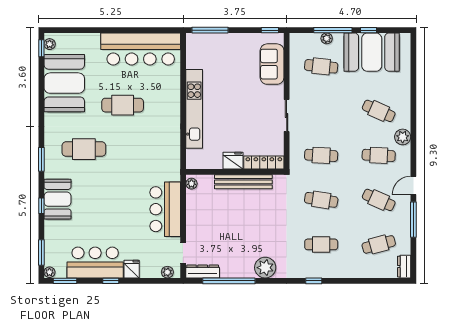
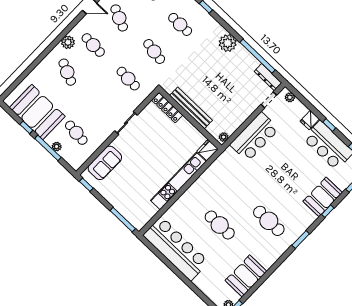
booth: (64, 83) -> (246, 276), width x0.73, depth x0.70
fridge: (233, 161) -> (208, 150), moved, turned 90
booth: (58, 199) -> (323, 197), moved

